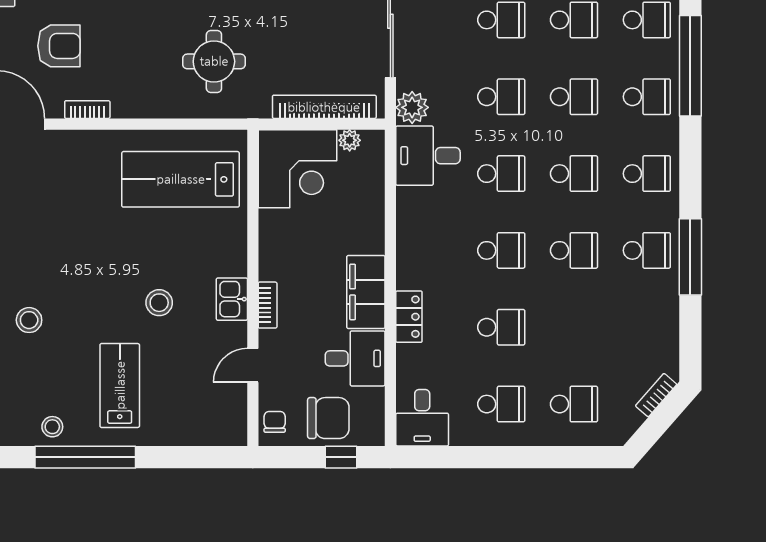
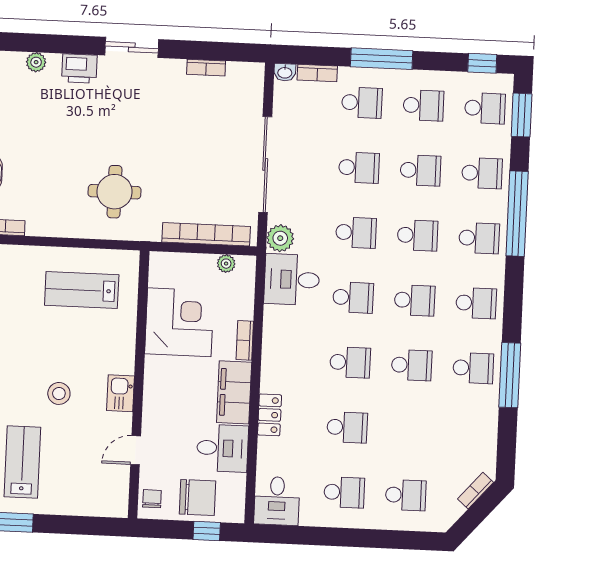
corner desk: (297, 169) -> (179, 322), moved, turned -90
lab bench: (181, 179) -> (82, 290), width x0.73, depth x0.72
bookcase: (268, 305) -> (245, 340), moved, turned 180

